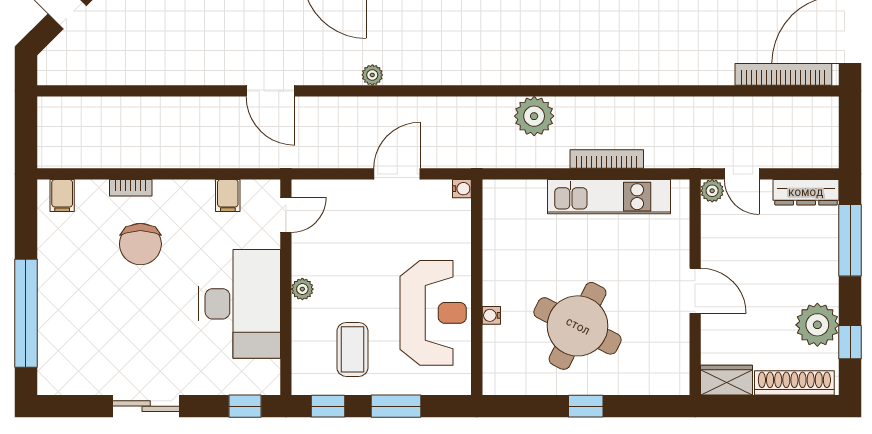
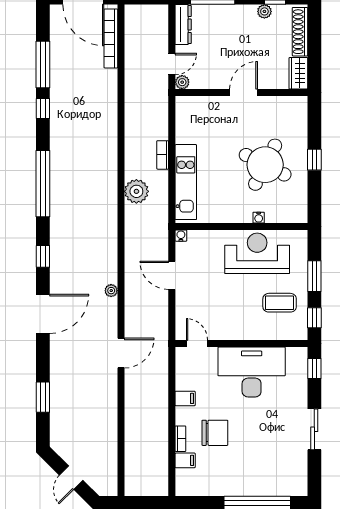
bookcase: (607, 159) -> (163, 155), width x0.64
filing cabinet: (228, 195) -> (185, 398), moved
filing cabinet: (62, 196) -> (185, 460), moved
kitchen unit: (609, 197) -> (186, 182), moved
plant: (302, 289) -> (243, 333), removed
plant: (817, 325) -> (264, 11), width x0.53, depth x0.53

